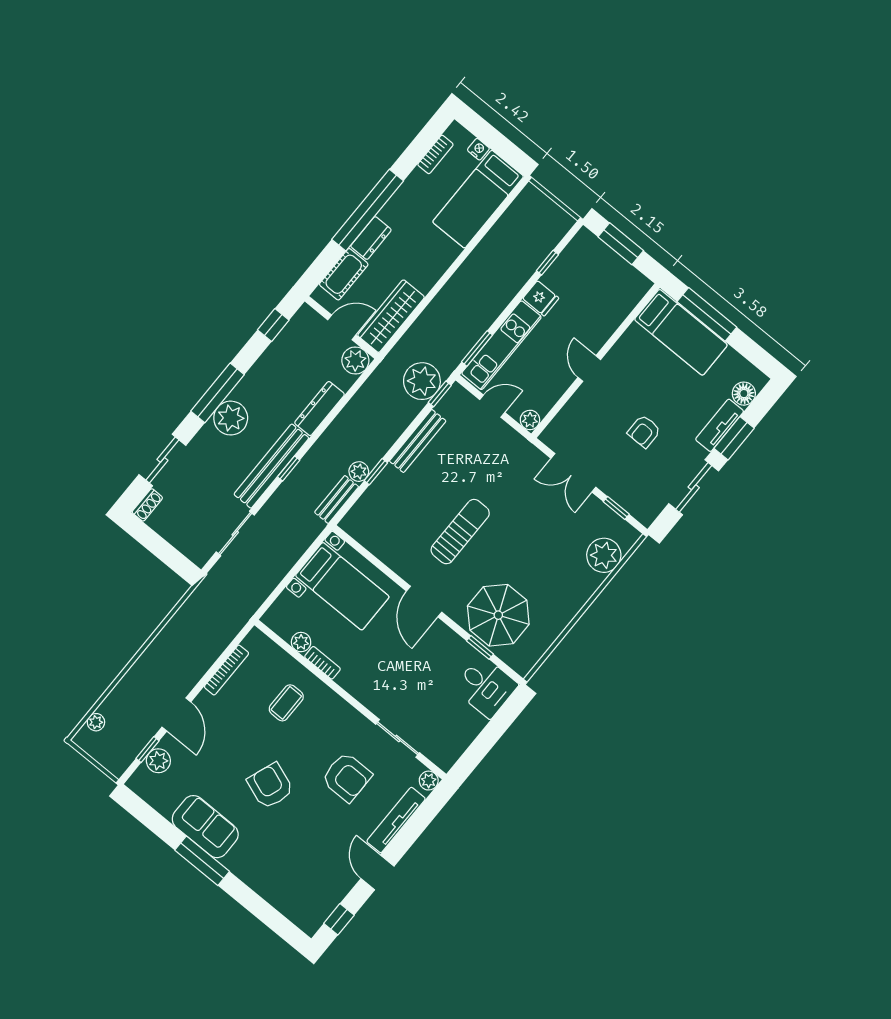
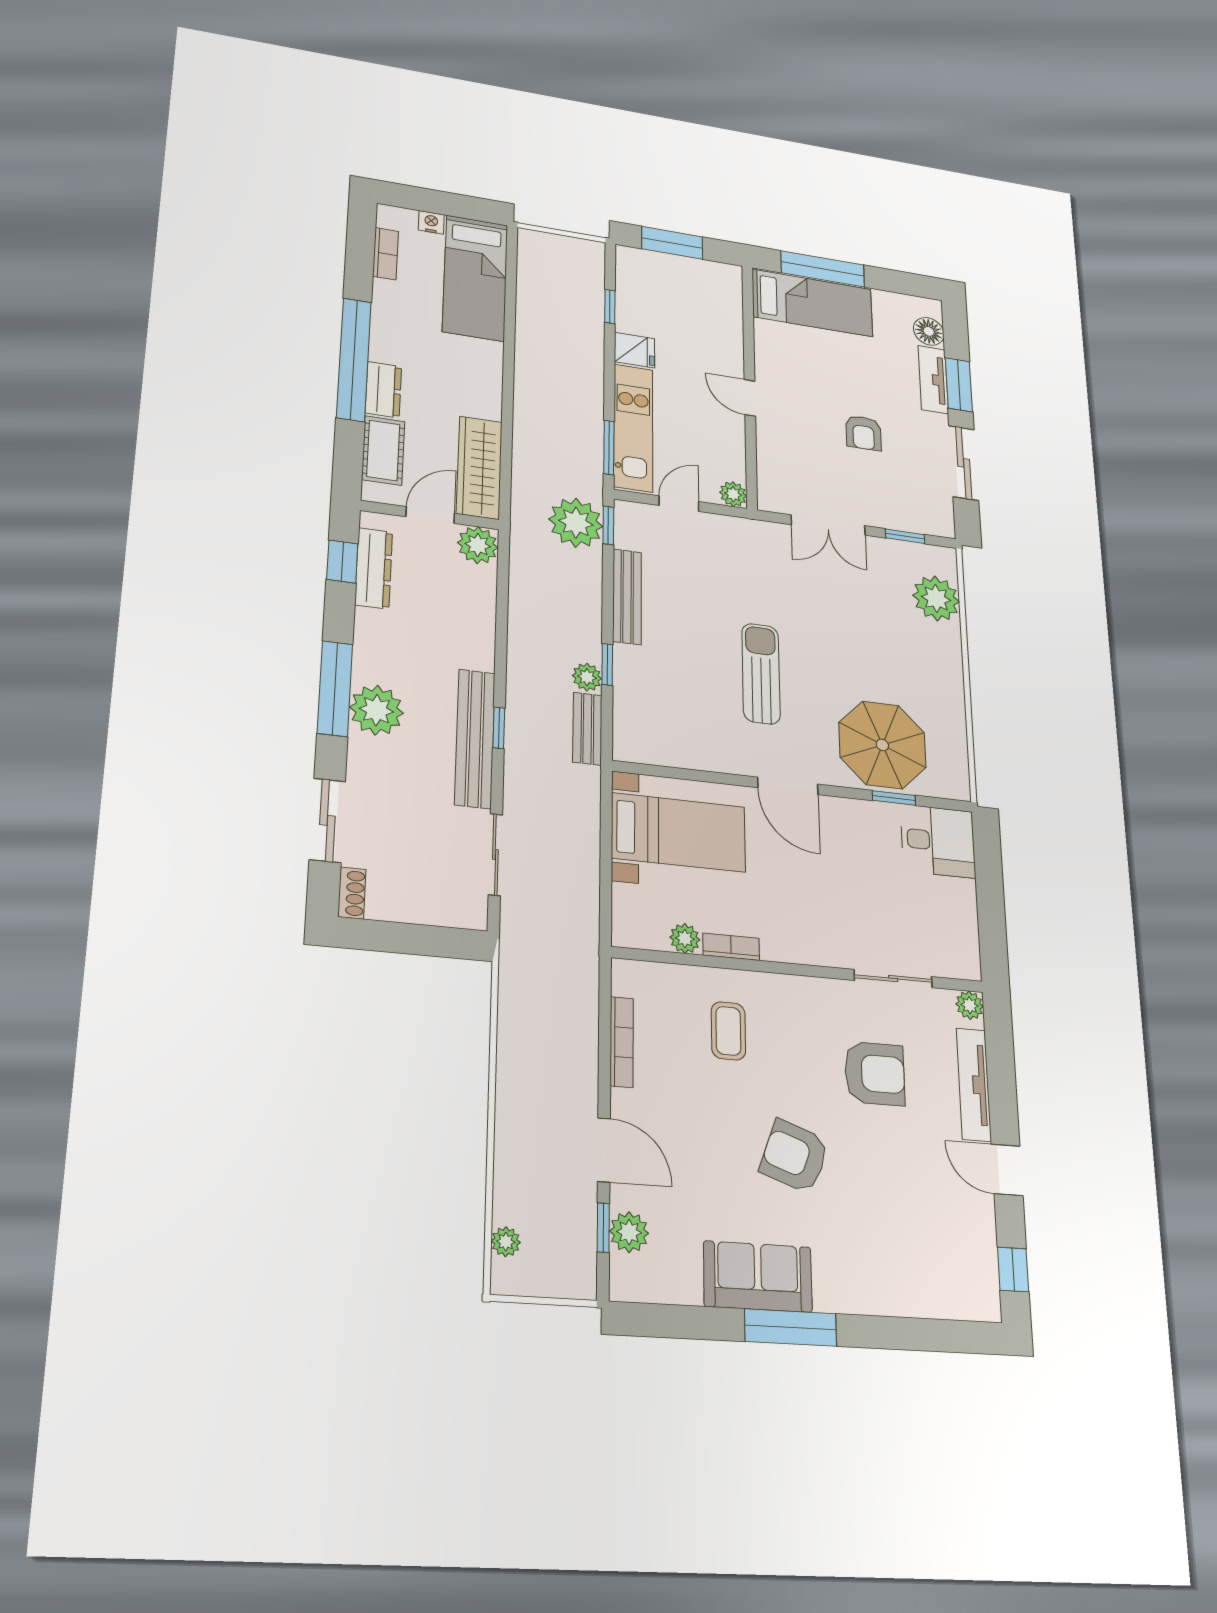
dresser: (320, 409) -> (374, 568), moved, turned 180

